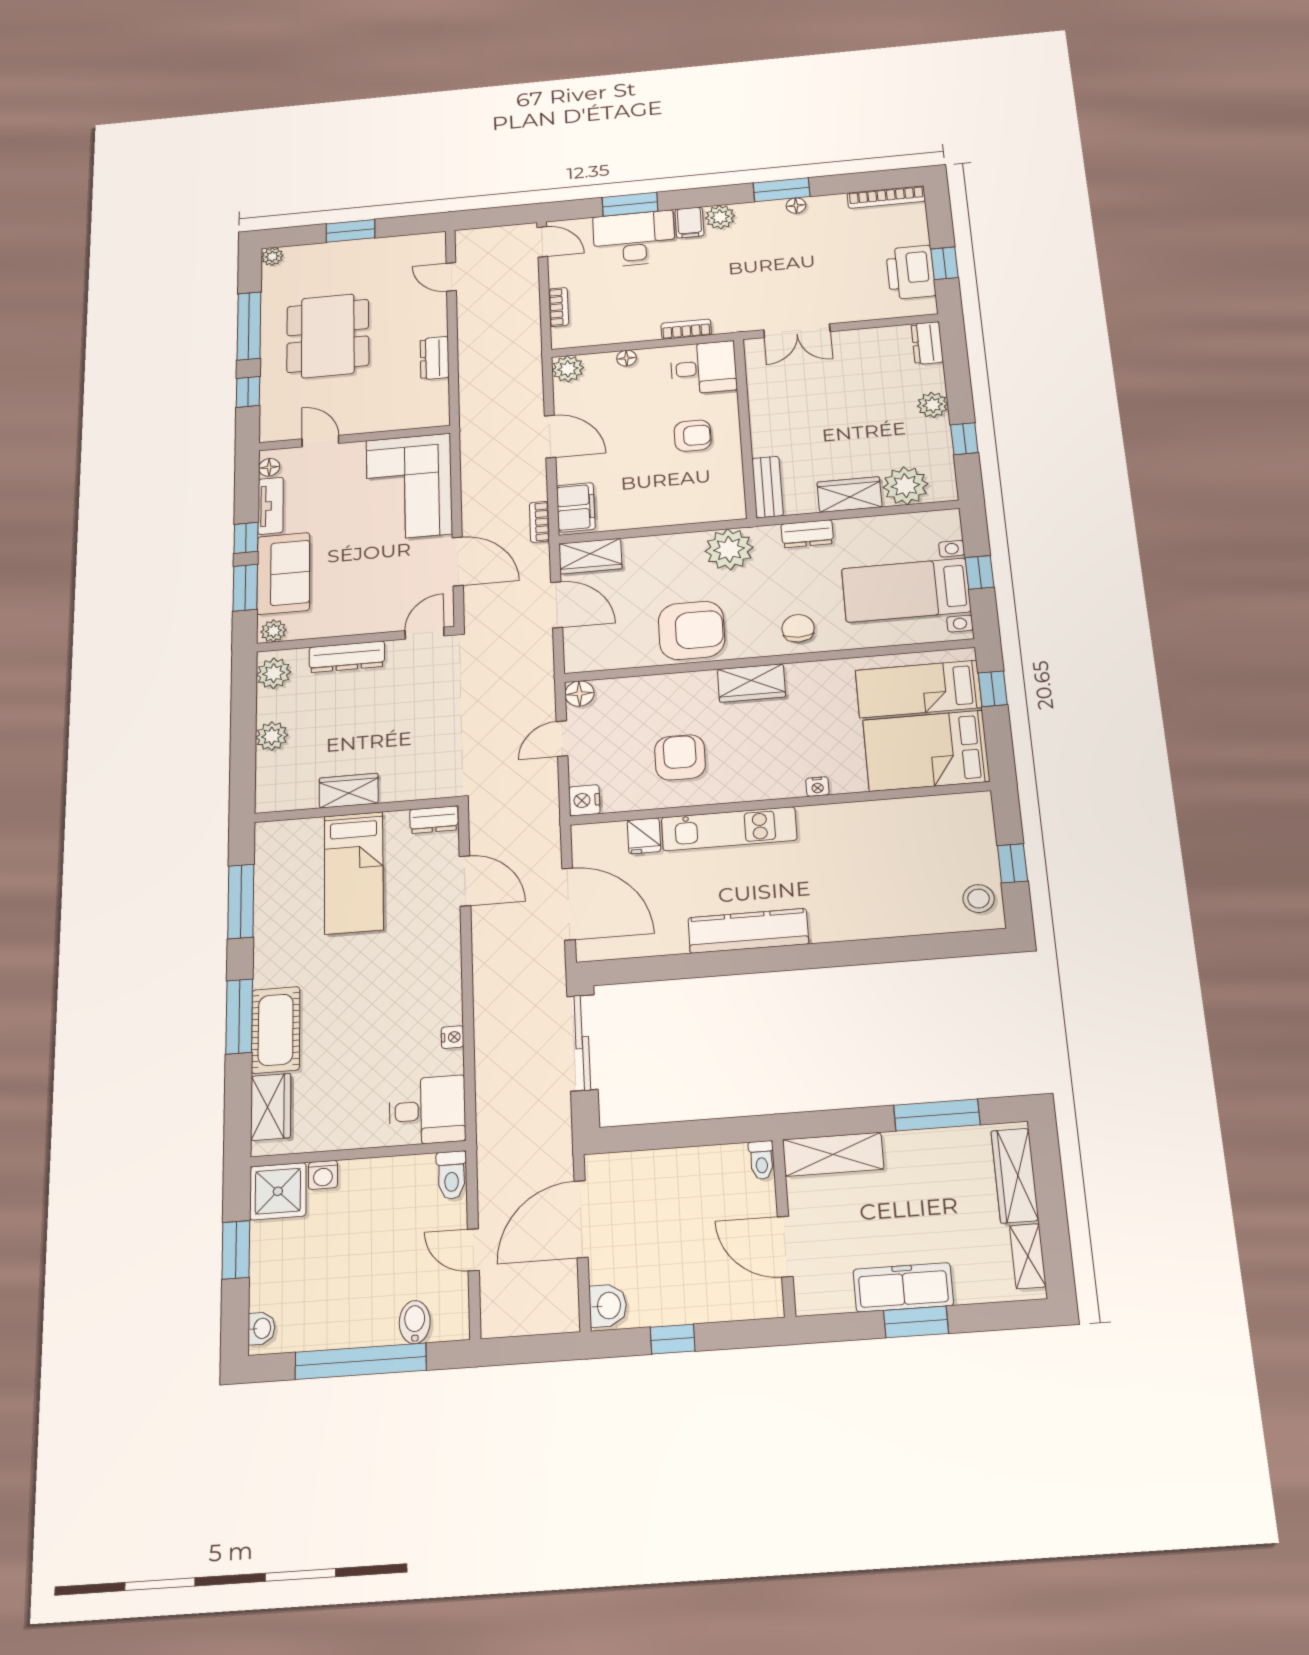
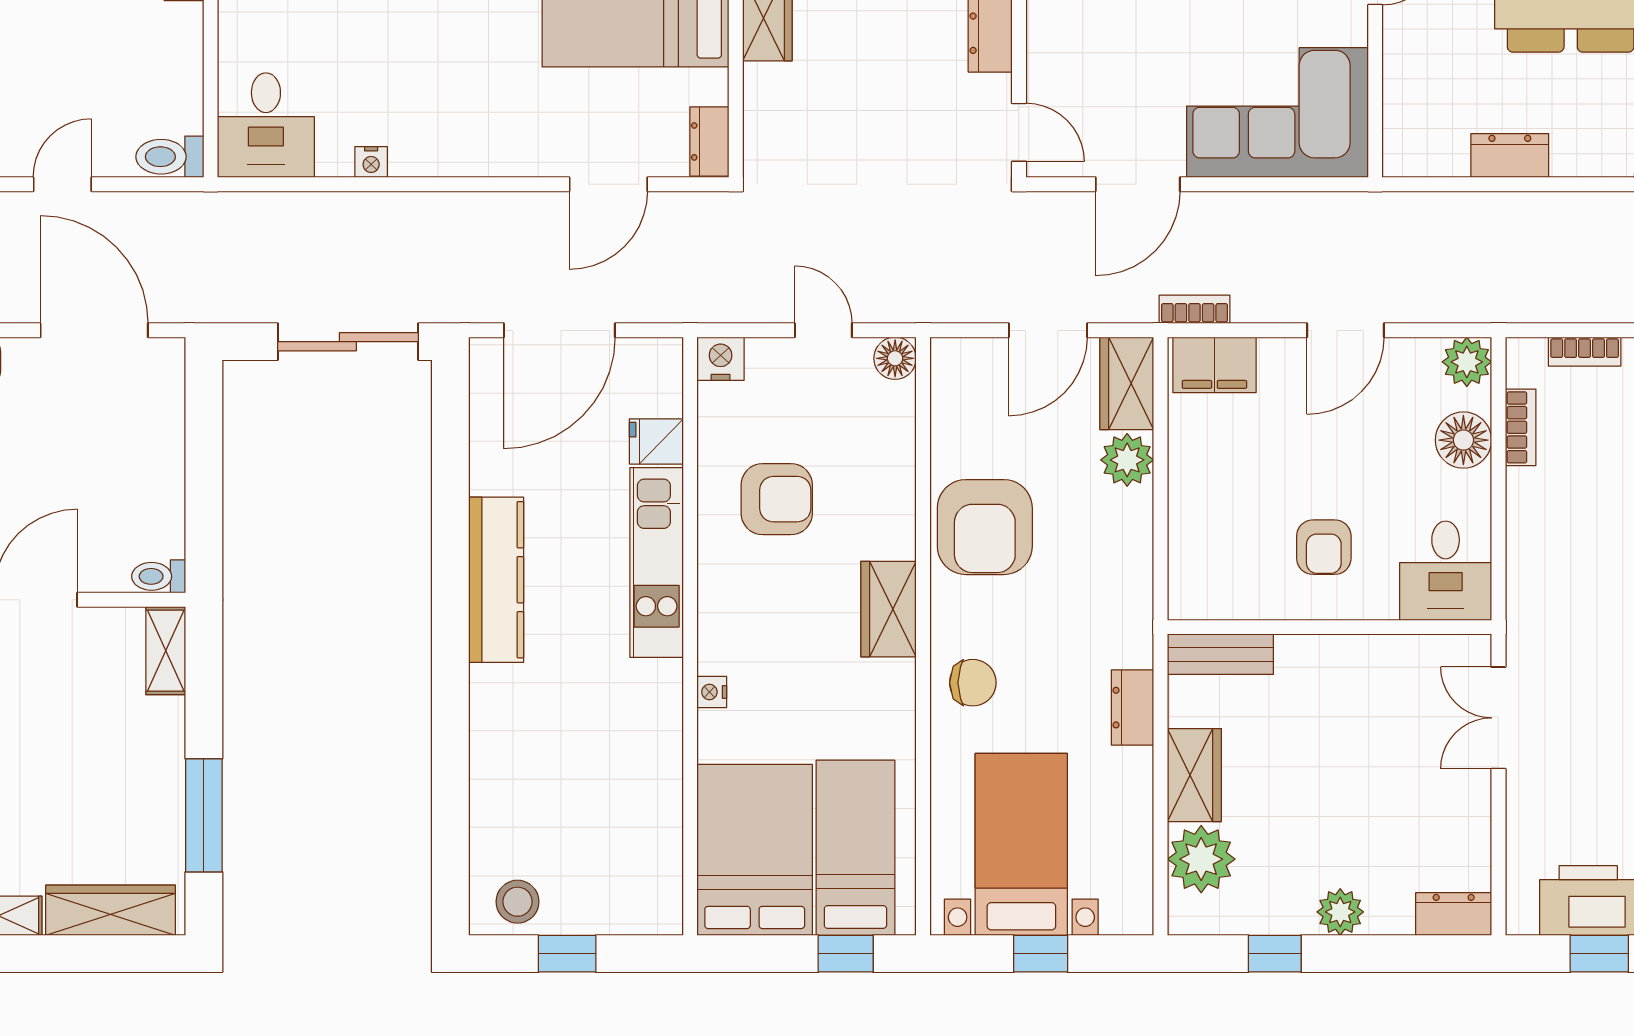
bookcase: (686, 329) -> (1521, 427), moved
floor lamp: (626, 358) -> (1463, 440), width x1.89, depth x1.89
plant: (729, 549) -> (1127, 460), moved, width x0.73, depth x0.73
shelving: (833, 1154) -> (166, 651), width x0.67, depth x0.75

